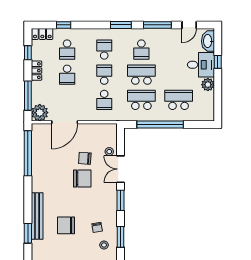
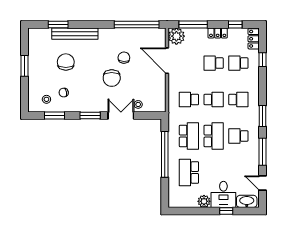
school desk: (179, 100) -> (189, 172), turned 180
chair: (85, 158) -> (124, 58), moved

